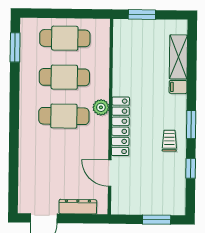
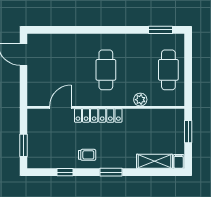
cafe table: (64, 77) -> (137, 70), removed
filing cabinet: (178, 87) -> (179, 161), moved
plant: (101, 107) -> (140, 100), moved
window: (191, 125) -> (111, 172), moved
dresser: (78, 207) -> (33, 82), removed

